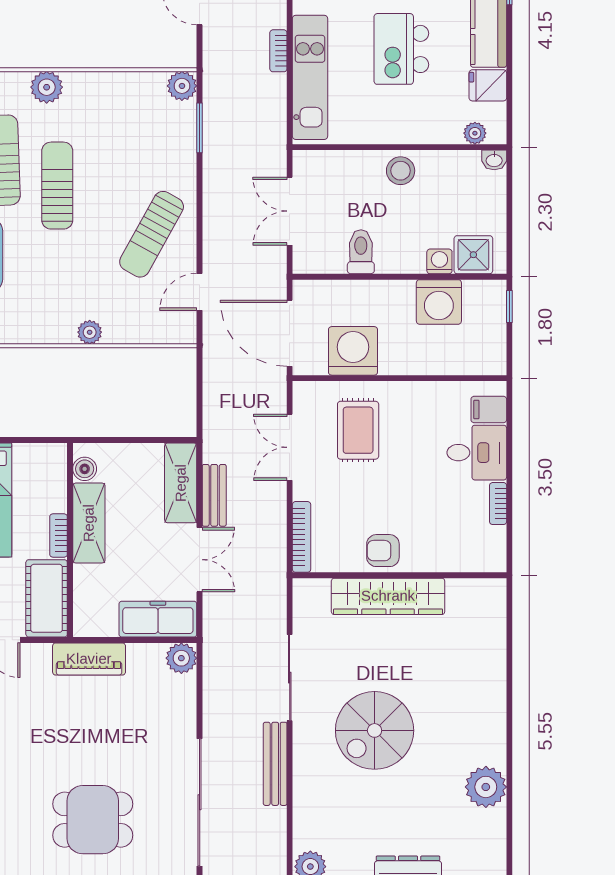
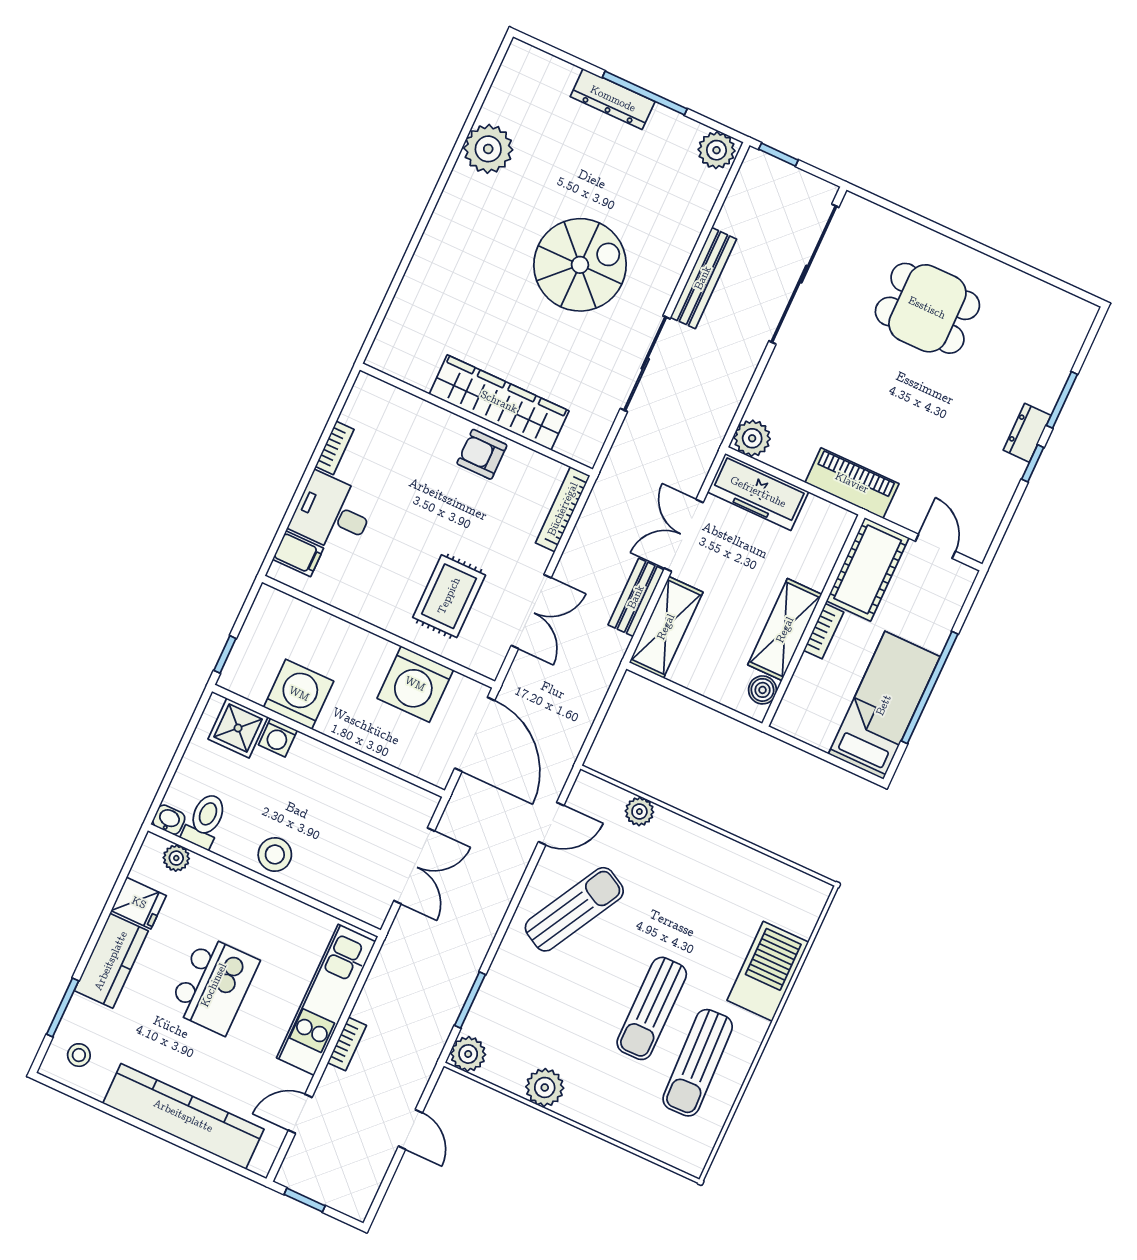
plant: (47, 87) -> (545, 1087), moved
toilet: (361, 252) -> (205, 821), moved, turned 180
plant: (90, 332) -> (639, 811), moved
armchair: (383, 551) -> (482, 454), turned 180

